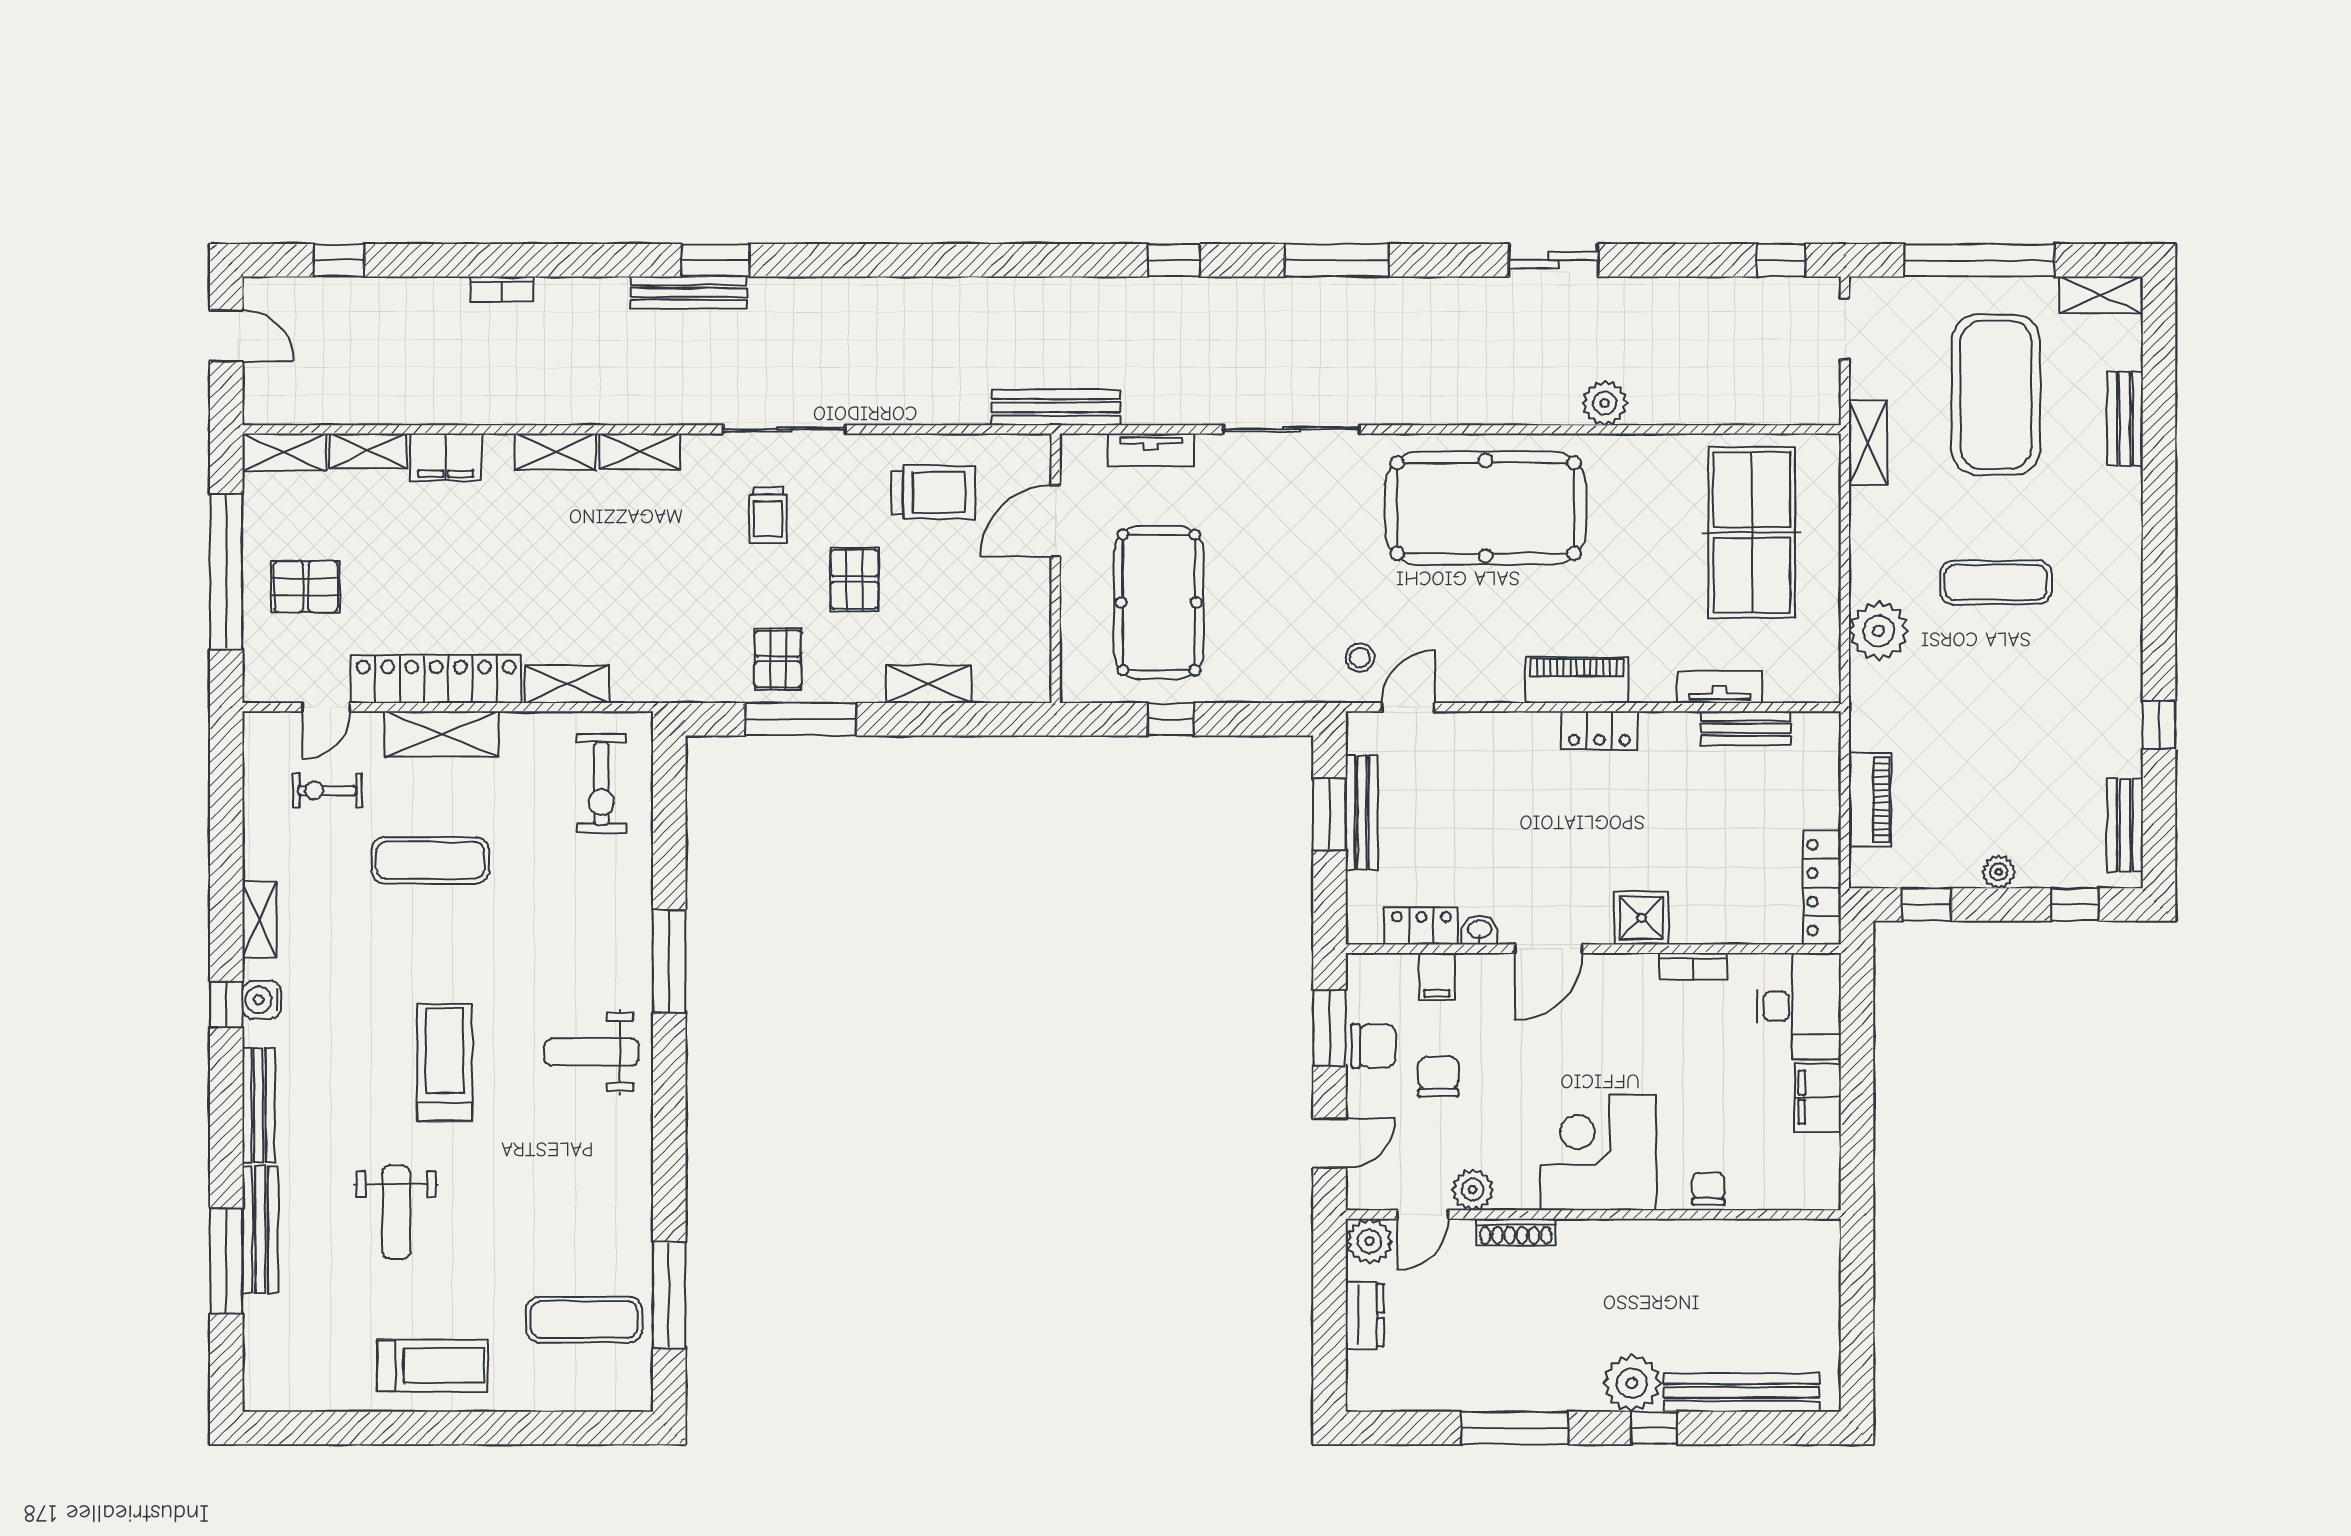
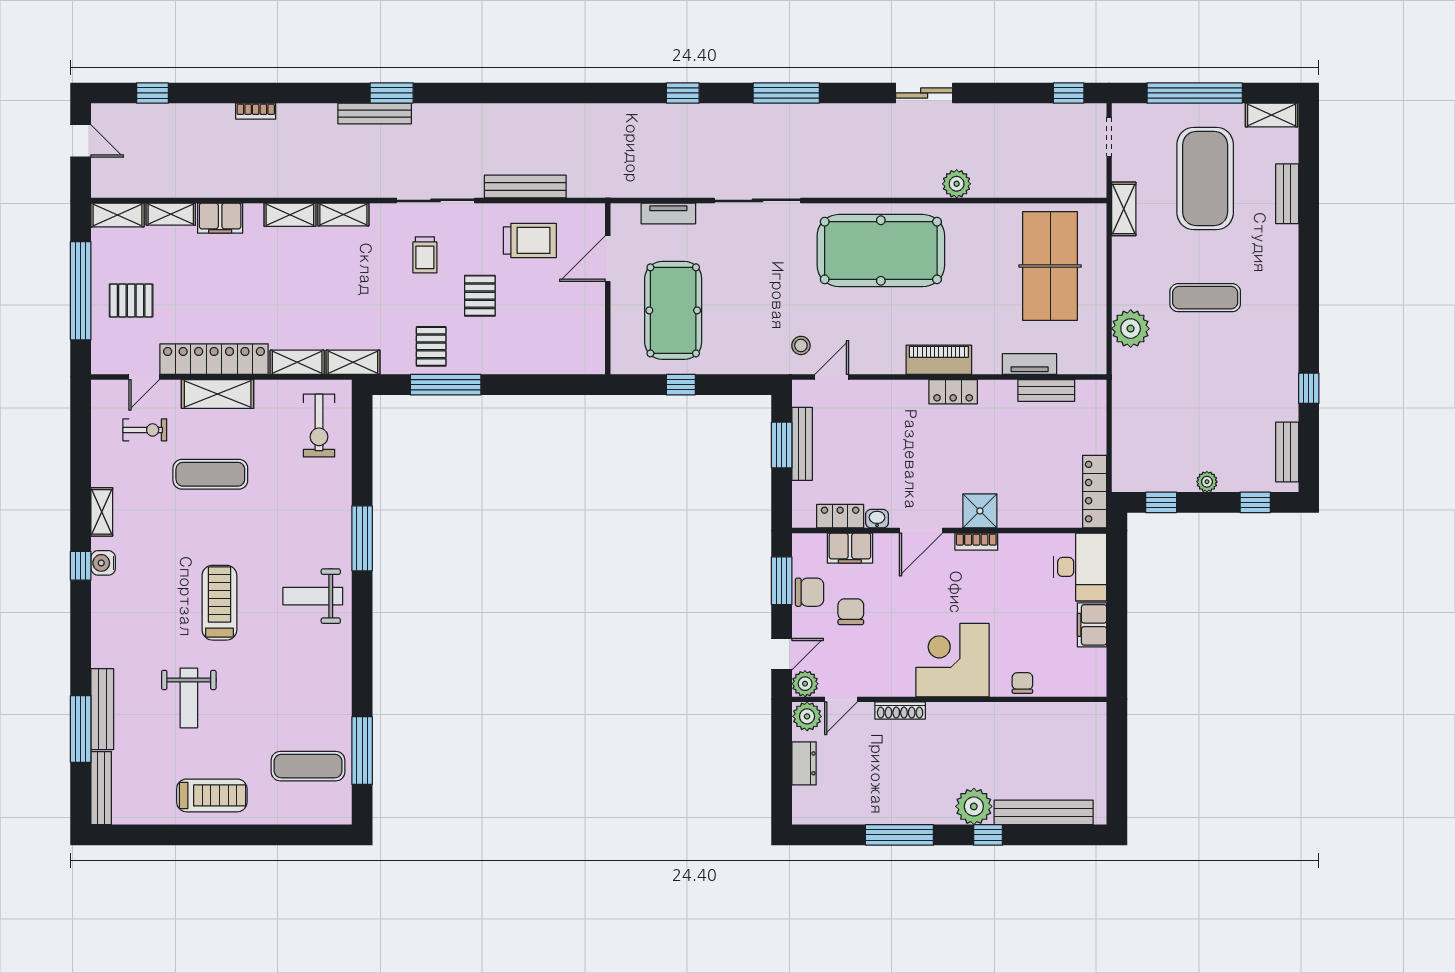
bench: (1056, 407) -> (525, 186), moved
shelving: (928, 684) -> (353, 362), moved
exercise bike: (327, 790) -> (145, 430), turned 180
piano: (1870, 800) -> (1125, 436), removed
bookcase: (1693, 966) -> (976, 542), moved
filing cabinet: (1437, 977) -> (850, 548), width x2.00
bench: (258, 1105) -> (101, 788), moved
plant: (1473, 1190) -> (805, 684), moved

